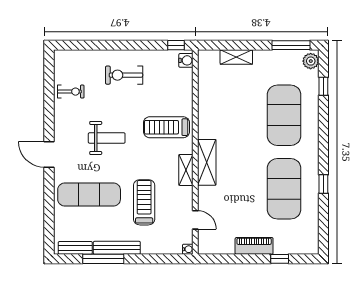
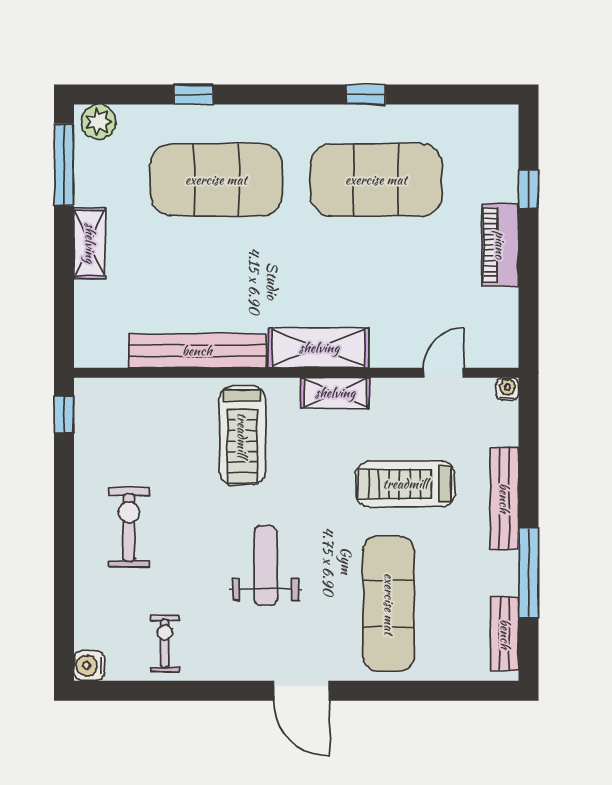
shelving: (236, 57) -> (90, 243), moved
water cooler: (186, 60) -> (89, 666), moved, turned -90
exercise bike: (124, 75) -> (129, 527), turned 180
window: (323, 86) -> (193, 94), moved
bench: (205, 107) -> (197, 351), added
door: (49, 155) -> (302, 691), hinge flipped
bench: (117, 248) -> (504, 498), moved

